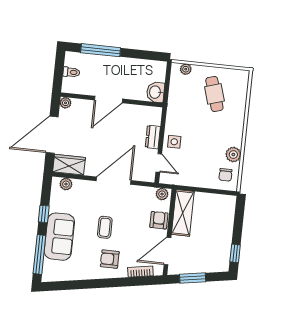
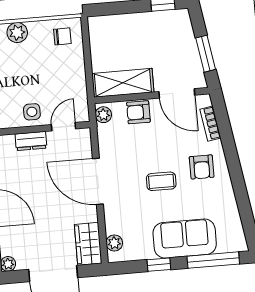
plant: (233, 155) -> (17, 33), moved

